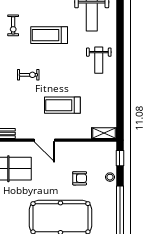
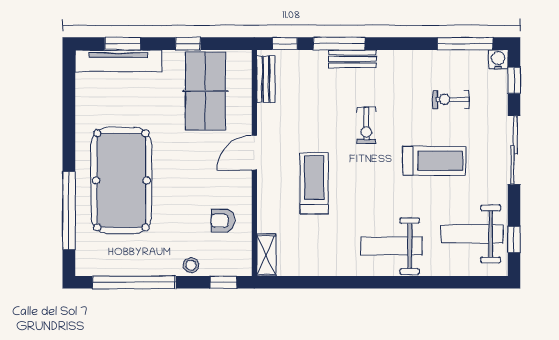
treadmill: (49, 35) -> (434, 161), turned 90
weight bench: (99, 60) -> (391, 246), width x1.36, depth x1.33
armchair: (80, 178) -> (223, 221), moved, turned 90

